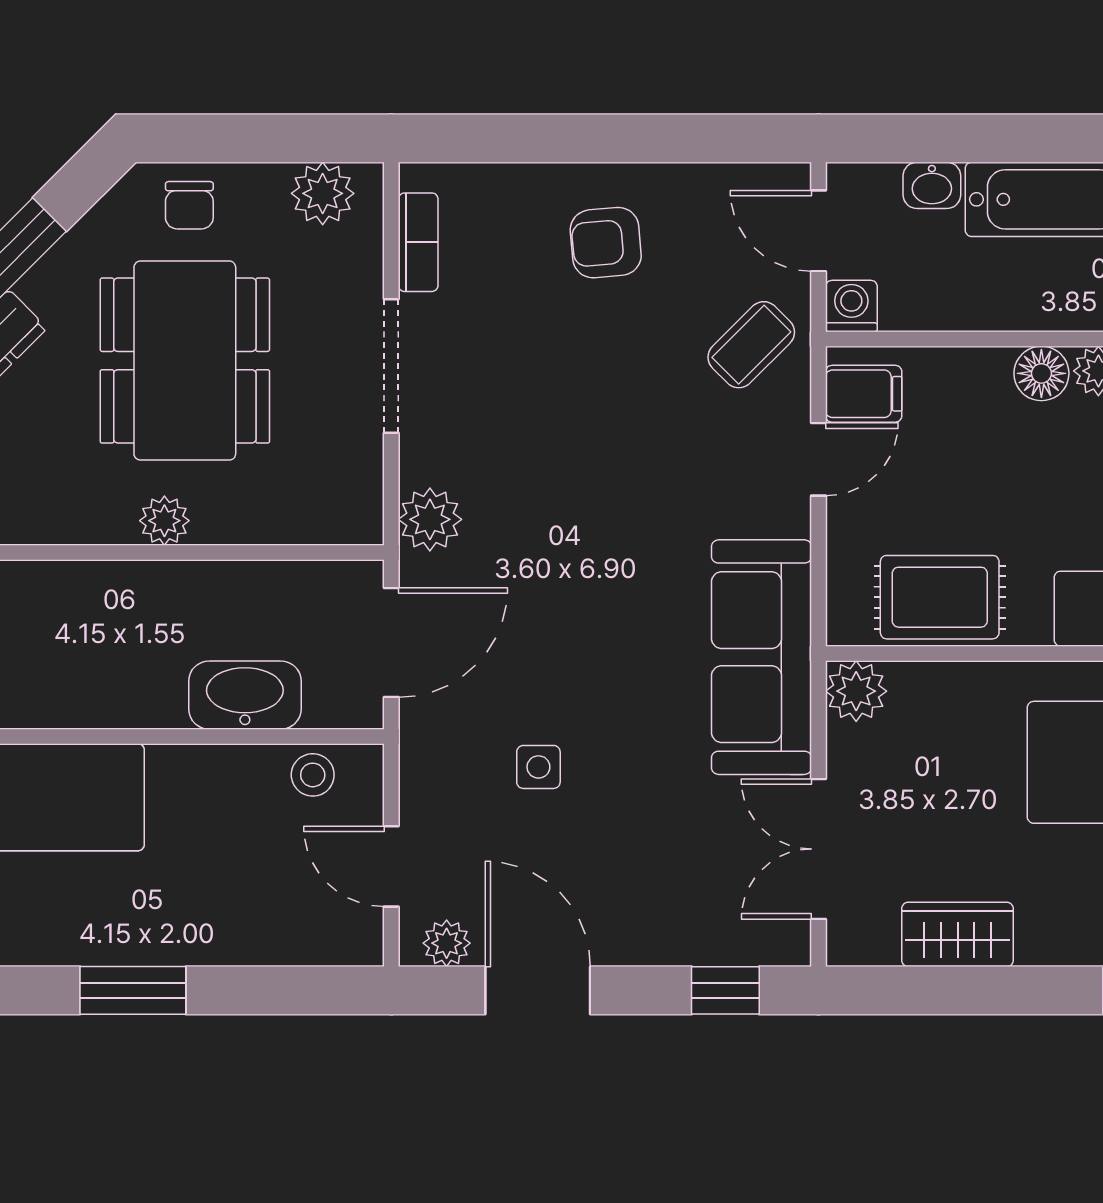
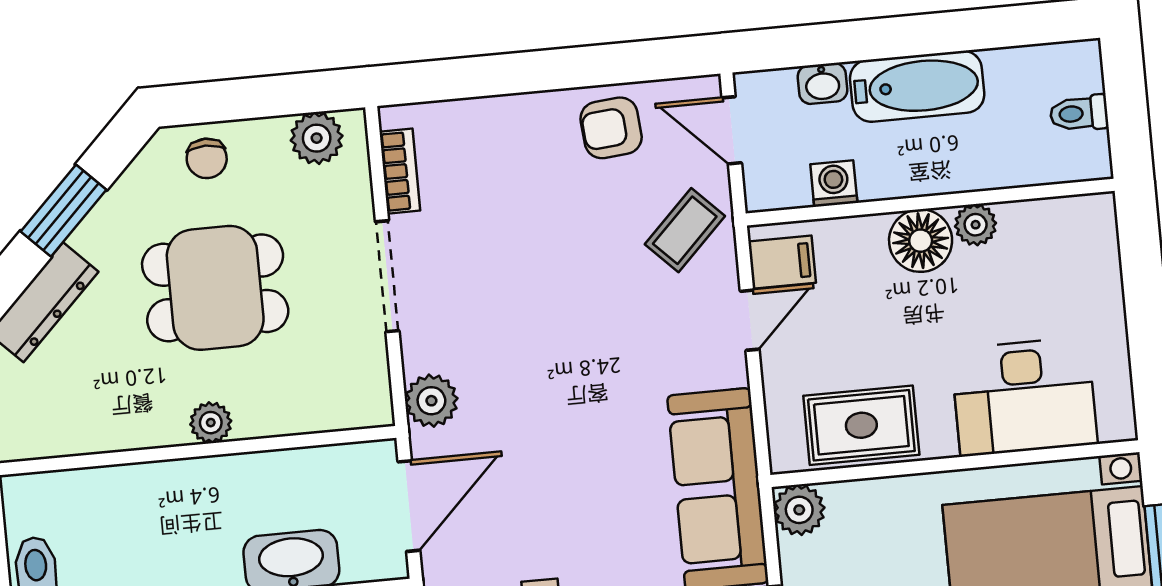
armchair: (606, 243) -> (611, 128), moved
washing machine: (851, 306) -> (834, 184), moved
dining table: (185, 361) -> (215, 288), width x0.73
floor lamp: (1041, 373) -> (921, 241), width x1.38, depth x1.38

